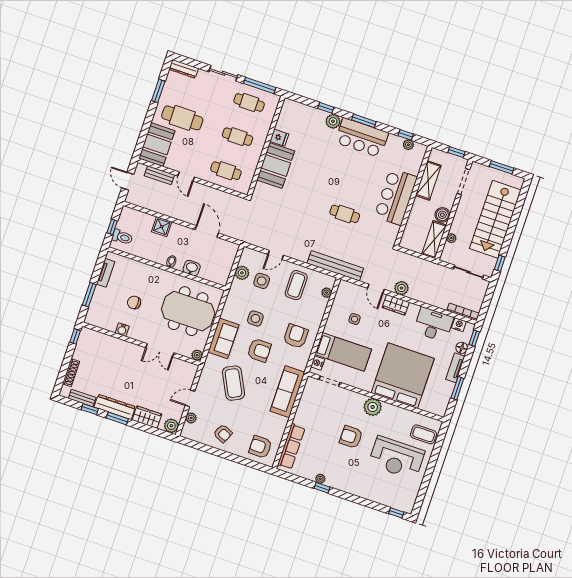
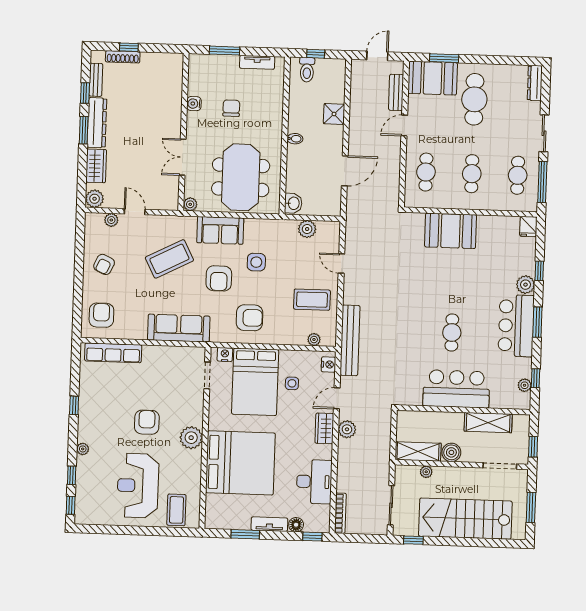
window: (158, 91) -> (444, 58), moved
fridge: (279, 138) -> (528, 227), moved
cafe table: (345, 214) -> (452, 333), moved
washbasin: (192, 268) -> (293, 203), moved
side table: (262, 281) -> (304, 256), removed
nightstand: (459, 325) -> (328, 364), moved
window: (75, 336) -> (129, 47), moved
bed: (343, 352) -> (255, 382), width x1.50
plant: (320, 479) -> (83, 449), moved
window: (374, 505) -> (72, 475), added

